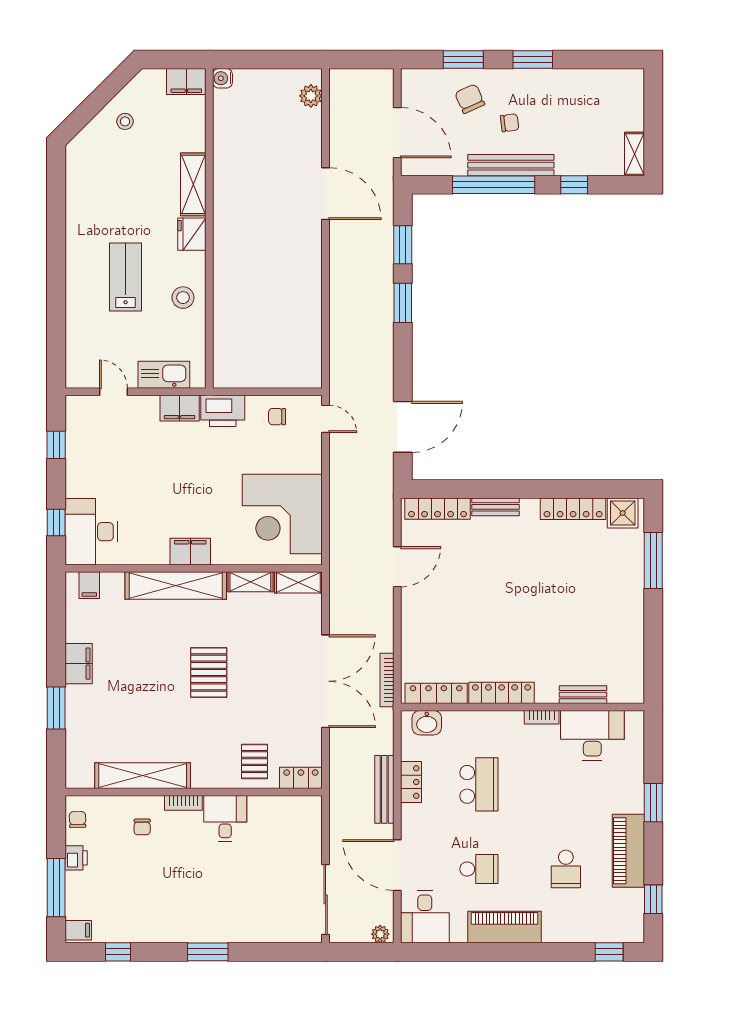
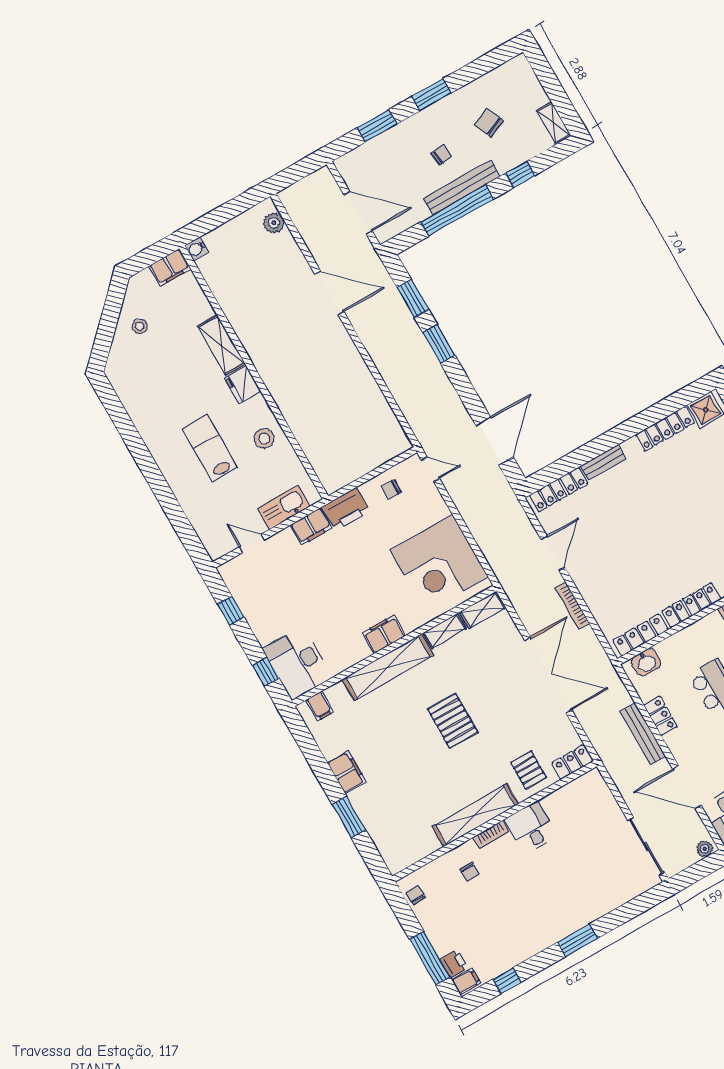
chair: (470, 99) -> (489, 123), moved
bookcase: (387, 680) -> (572, 606), moved
shelving: (143, 776) -> (475, 815), moved
printer: (76, 858) -> (454, 964), moved

